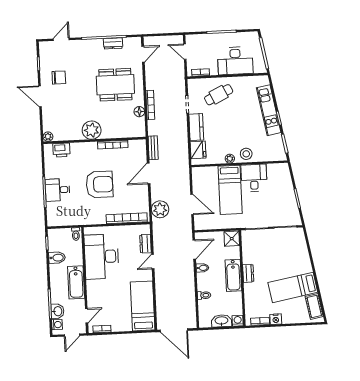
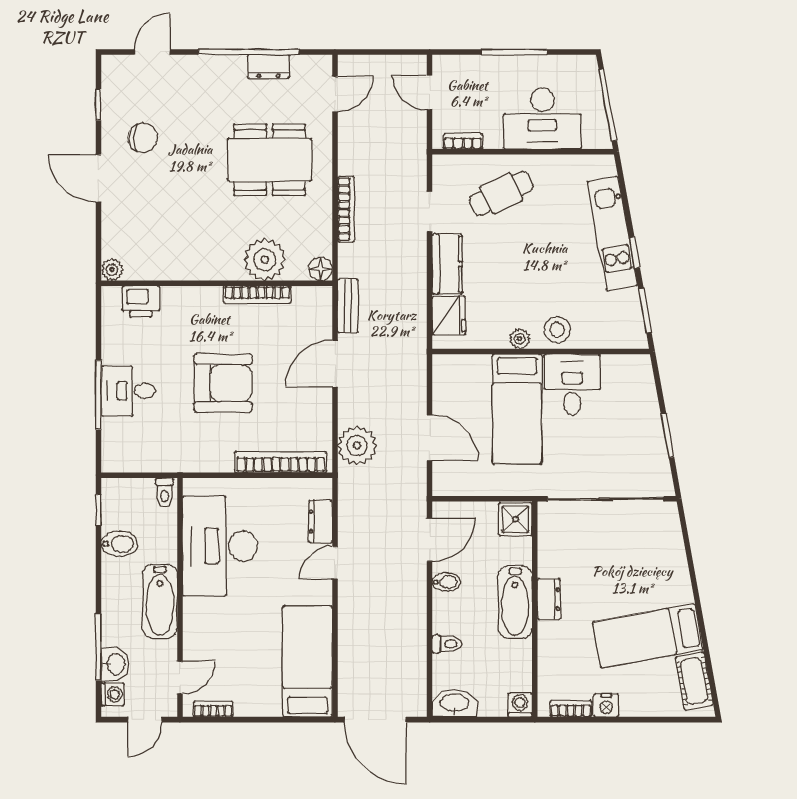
floor lamp: (139, 112) -> (321, 269), moved
plant: (92, 130) -> (265, 260), moved
washbasin: (221, 321) -> (455, 703), moved

